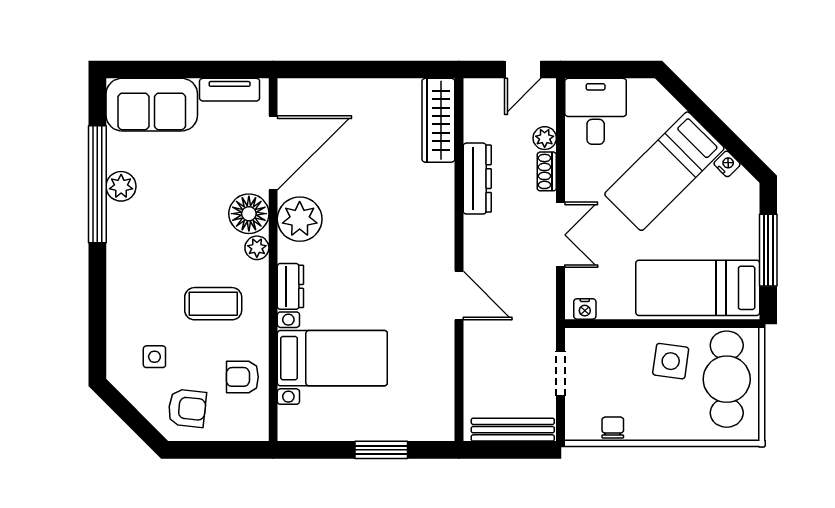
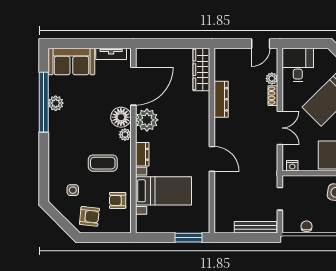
wardrobe: (438, 120) -> (201, 70), moved
dresser: (477, 179) -> (221, 99), moved
wall: (459, 260) -> (212, 141), moved
door: (459, 295) -> (212, 159), moved

